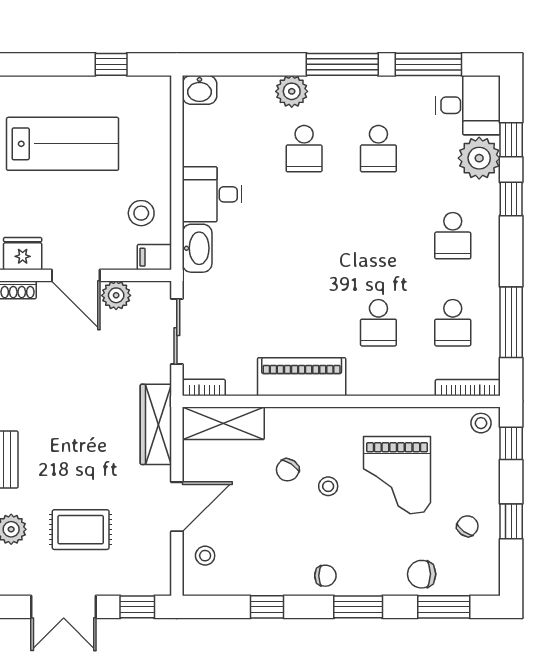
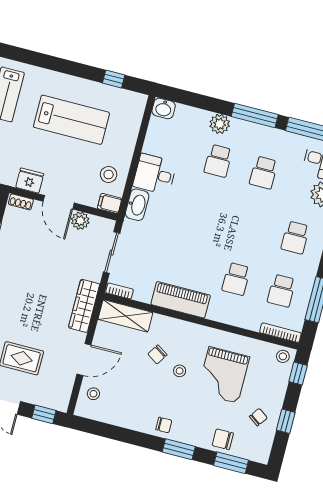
window: (267, 607) -> (123, 435), removed

